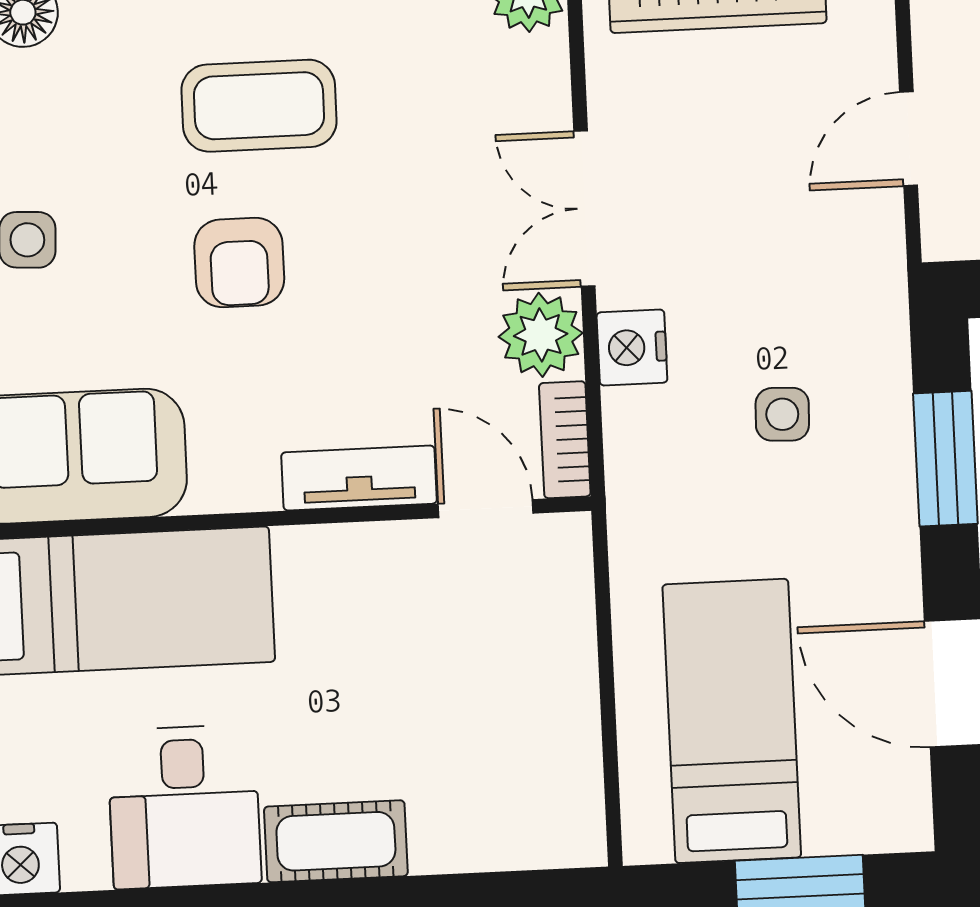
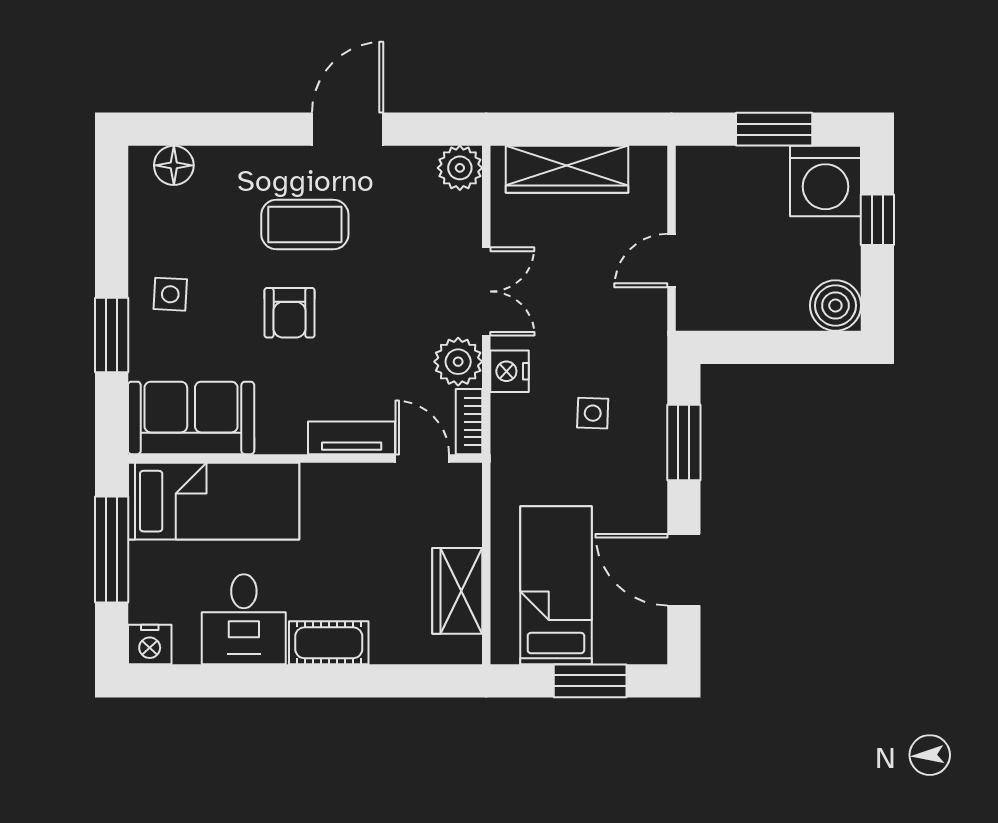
double door: (584, 209) -> (486, 291), swing flipped
wardrobe: (558, 739) -> (457, 591), added

